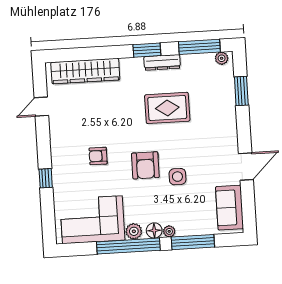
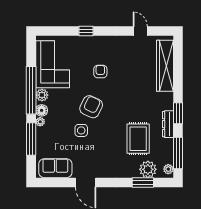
plant: (223, 85) -> (148, 169), added
rug: (167, 108) -> (138, 139), moved
armchair: (145, 165) -> (91, 107), turned 115

